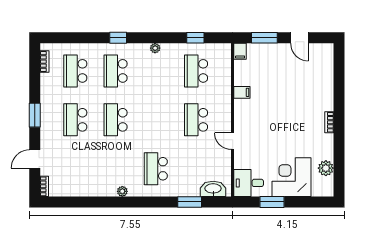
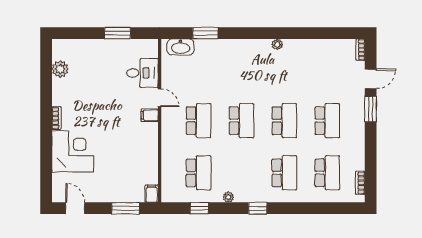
window: (118, 38) -> (258, 208), moved
door: (299, 38) -> (75, 208), moved
plant: (155, 48) -> (228, 197), moved
filing cabinet: (242, 92) -> (150, 115), moved
window: (35, 115) -> (371, 109), moved
school desk: (156, 169) -> (241, 121), moved
corner desk: (292, 177) -> (73, 151), moved, turned -90
desk: (249, 183) -> (142, 73), moved

